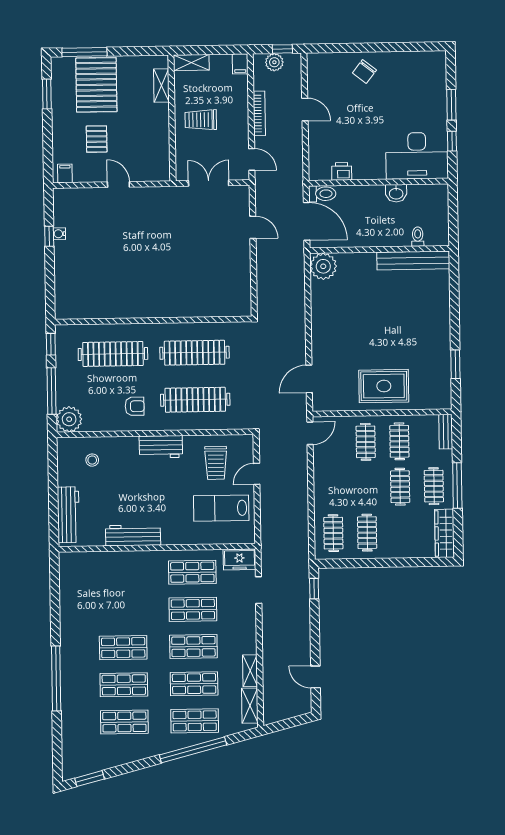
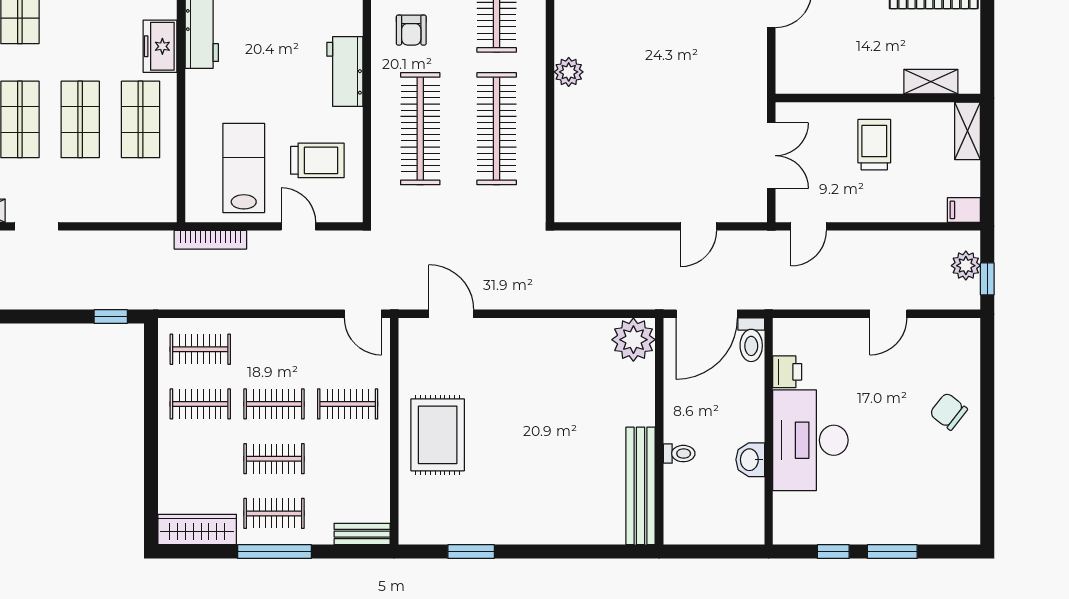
bookcase: (259, 113) -> (210, 240), moved
desk: (417, 156) -> (810, 440), moved
toilet: (418, 237) -> (679, 454), moved
plant: (159, 309) -> (569, 72), added
clothes rail: (399, 441) -> (274, 404), moved
trolley: (216, 463) -> (317, 160), turned 180
freezer: (239, 559) -> (160, 46), moved
doorway: (259, 590) -> (37, 226), moved

